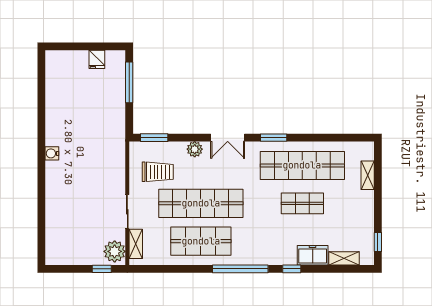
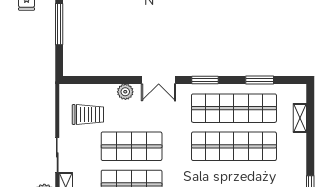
window: (154, 138) -> (260, 80), moved
shop shelf: (201, 203) -> (132, 146), width x0.71
shop shelf: (302, 203) -> (234, 146), width x2.00, depth x1.36

